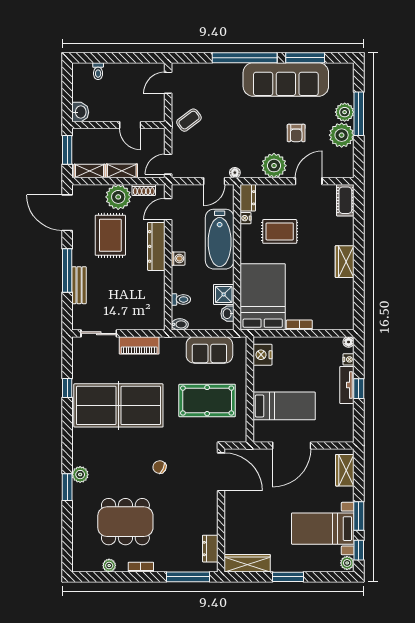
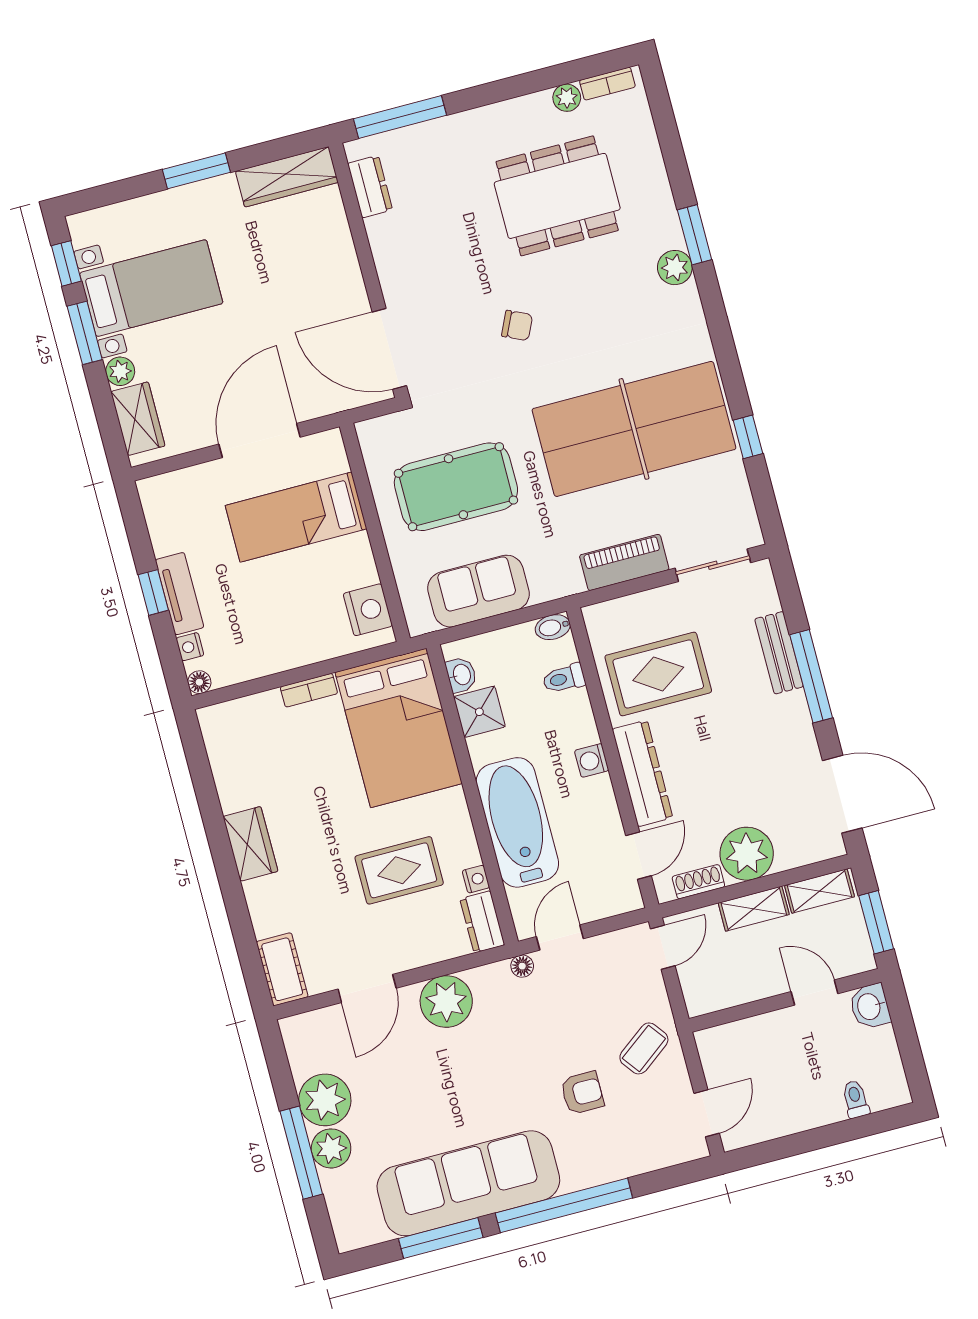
door: (130, 125) -> (815, 993), moved
armchair: (296, 133) -> (582, 1093), moved, turned 90
rug: (110, 235) -> (658, 674), moved, turned 90
plant: (347, 563) -> (120, 371), moved
bookcase: (141, 567) -> (607, 84), moved

